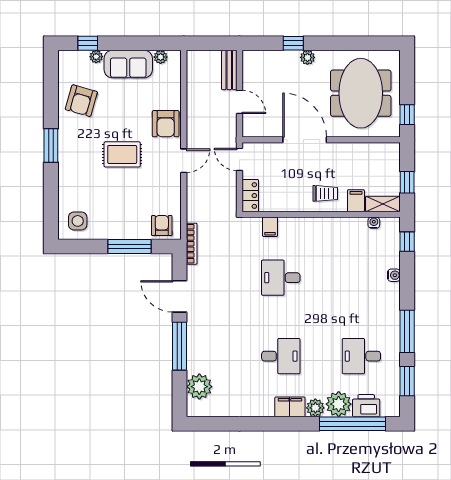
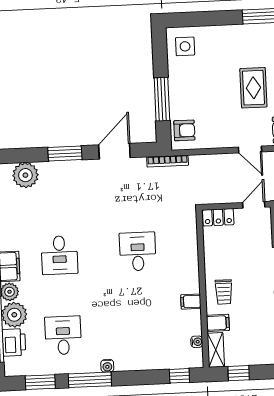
filing cabinet: (270, 227) -> (191, 302), moved
water cooler: (394, 275) -> (107, 366), moved
window: (179, 346) -> (65, 154), width x0.69

